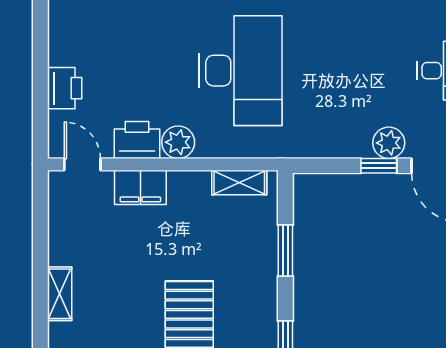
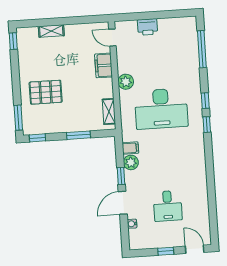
printer: (137, 140) -> (126, 62), removed
filing cabinet: (320, 142) -> (130, 148), added
plant: (389, 143) -> (131, 162), moved
door: (82, 164) -> (112, 38), swing flipped

